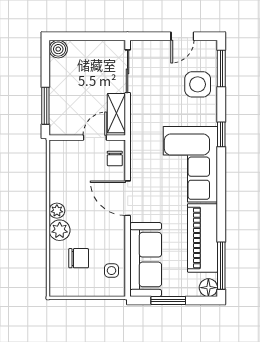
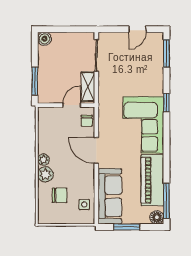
side table: (198, 84) -> (149, 65), removed

